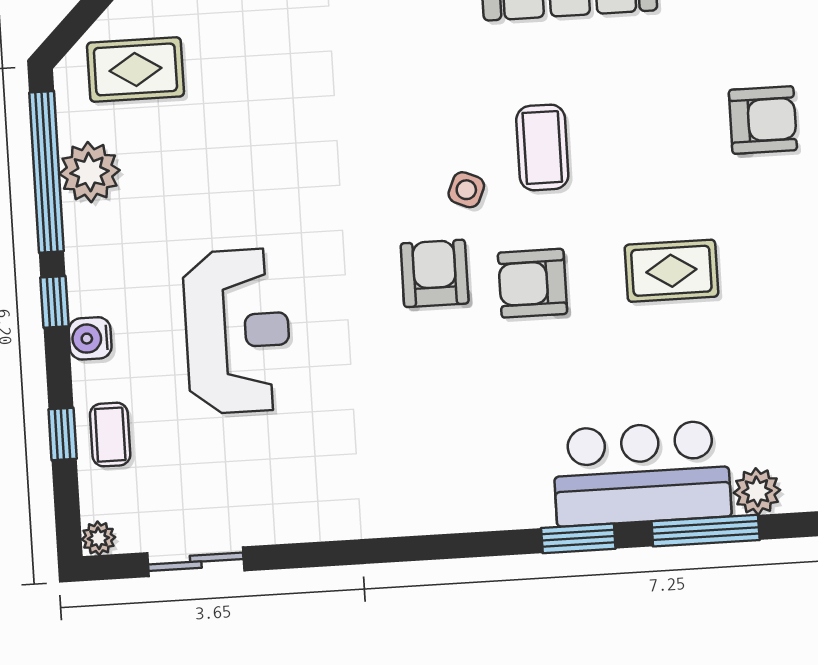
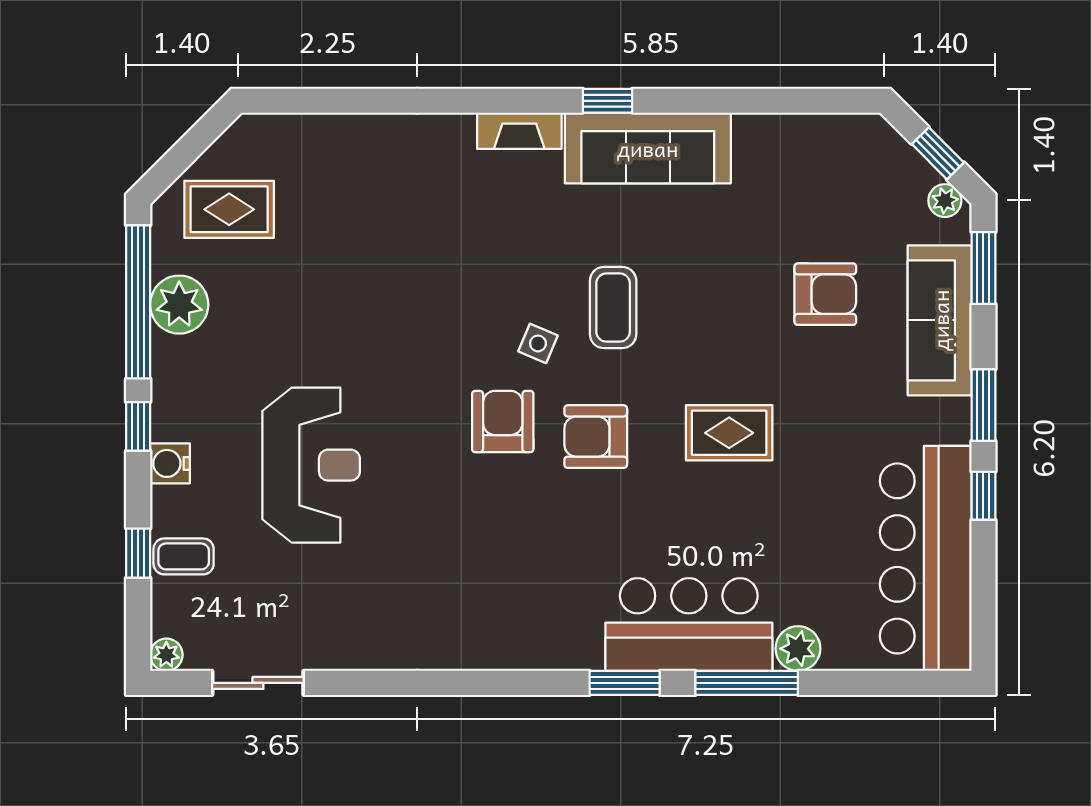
coffee table: (110, 435) -> (184, 556), turned 90

